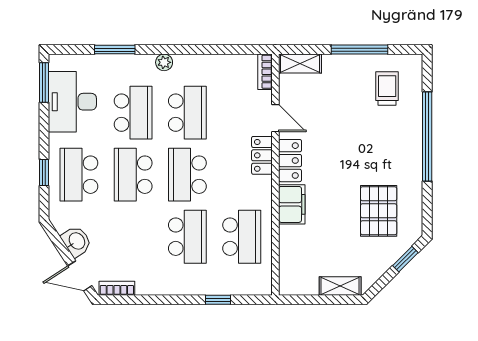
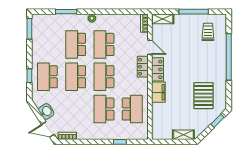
desk: (72, 102) -> (44, 39), removed
school desk: (133, 113) -> (76, 44), turned 180
school desk: (187, 113) -> (104, 44), turned 180
school desk: (187, 237) -> (104, 109), turned 180

